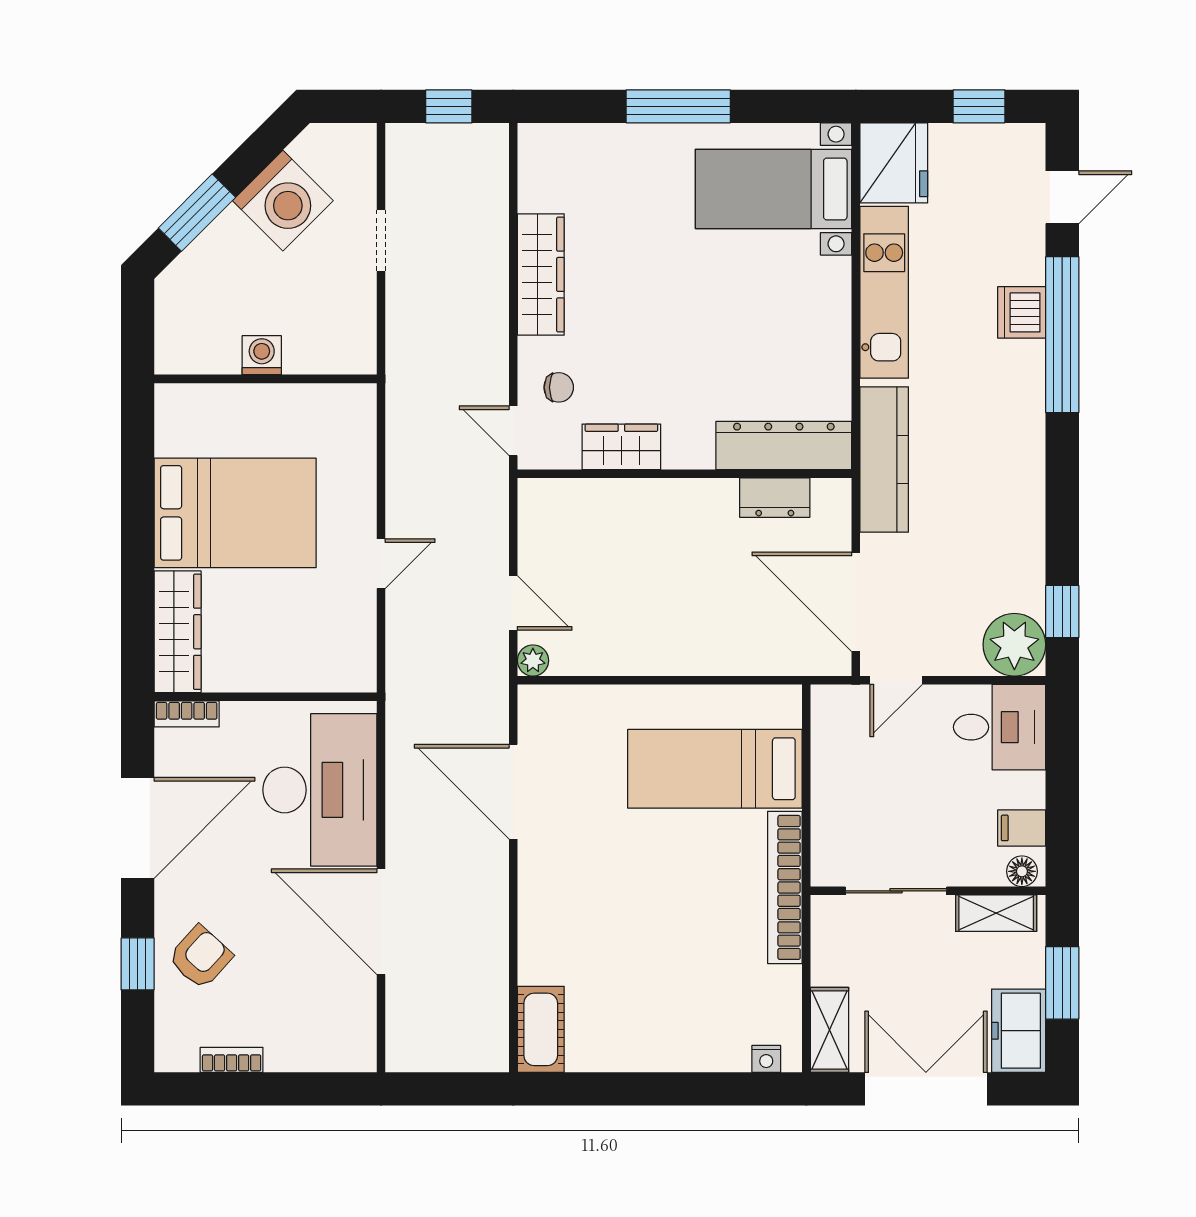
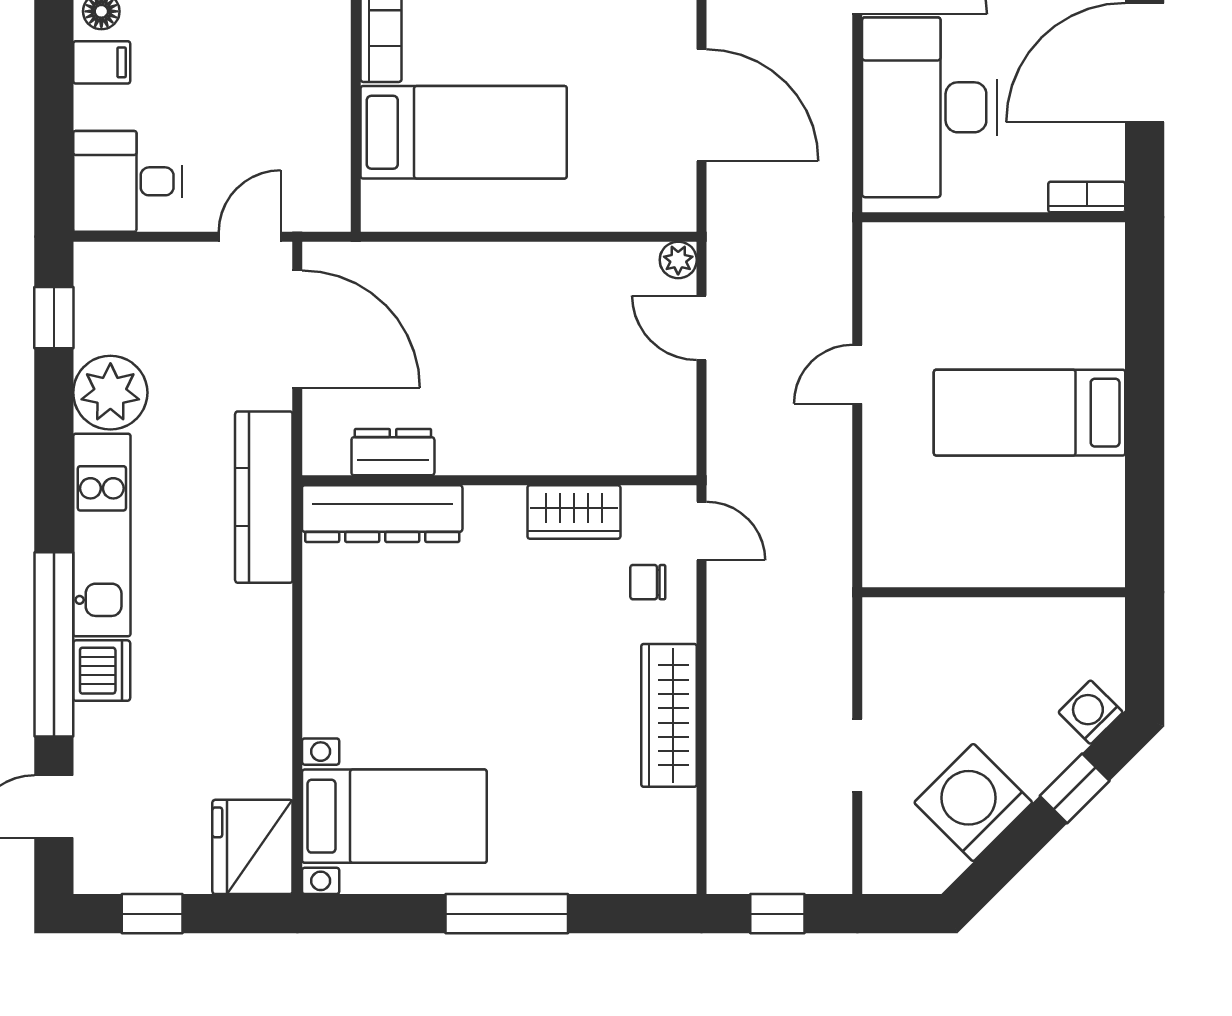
window: (197, 213) -> (1075, 788), width x0.67
kitchen unit: (884, 292) -> (102, 535), moved, turned 180
washing machine: (262, 355) -> (1091, 712), moved, turned 135
bed: (235, 513) -> (1030, 413), width x0.67
wardrobe: (178, 632) -> (1097, 294), removed
plant: (1014, 645) -> (110, 393), moved

